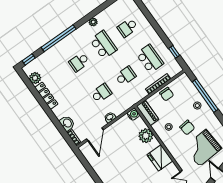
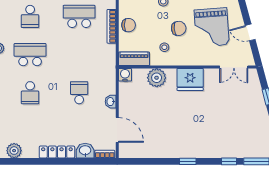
school desk: (126, 76) -> (79, 55), removed
locker: (46, 96) -> (57, 152), moved

